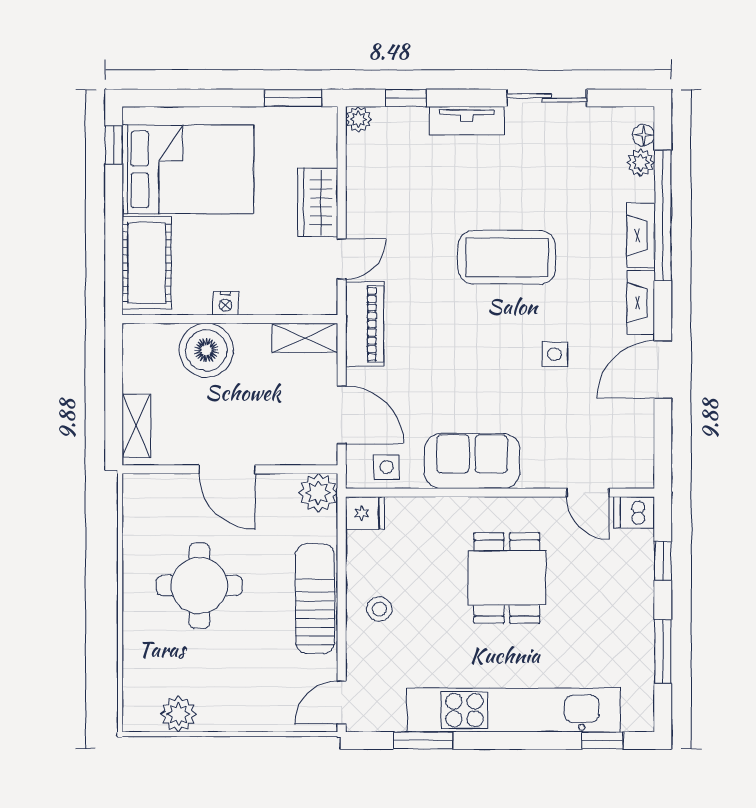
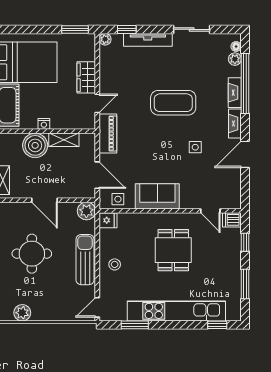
tv unit: (467, 121) -> (148, 40), width x1.41
shelving: (305, 338) -> (64, 140), moved

